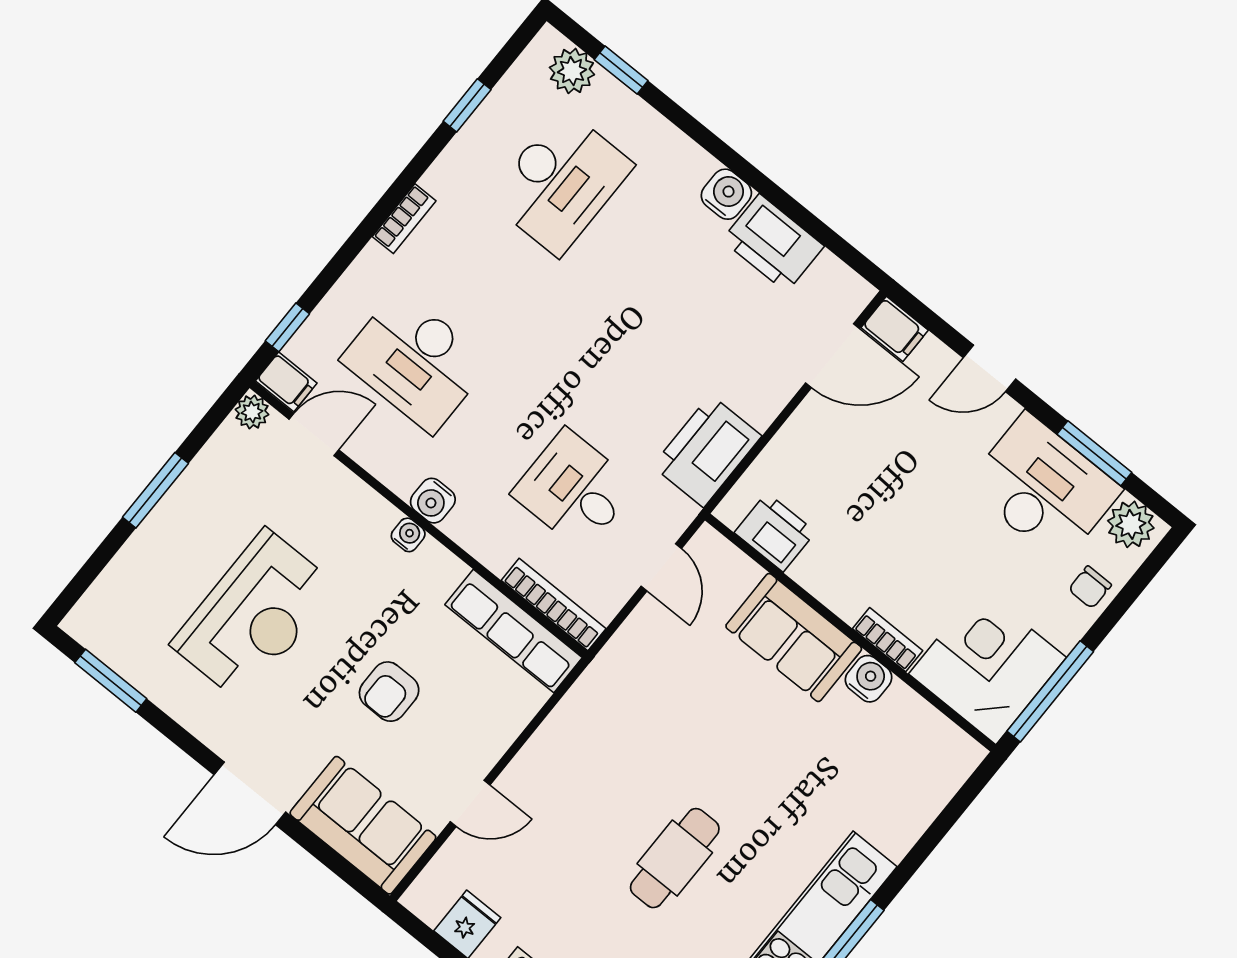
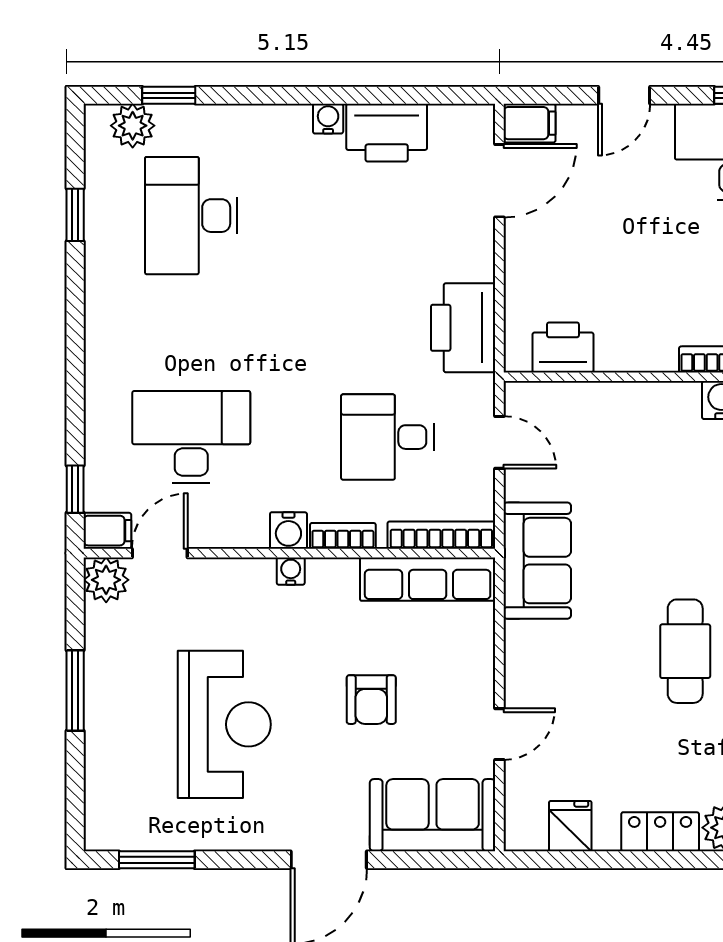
desk: (561, 182) -> (191, 216), turned 180
water cooler: (726, 194) -> (328, 119), width x0.72, depth x0.72
bookcase: (404, 219) -> (343, 536), moved, turned -90
desk: (415, 361) -> (191, 437), turned 180
plant: (252, 412) -> (106, 580), width x1.38, depth x1.38
sofa: (794, 638) -> (537, 561), moved, turned -90

